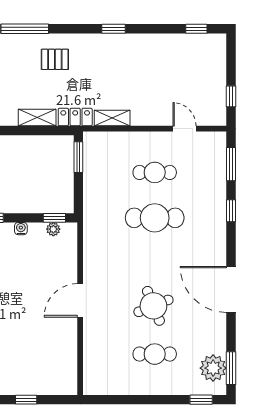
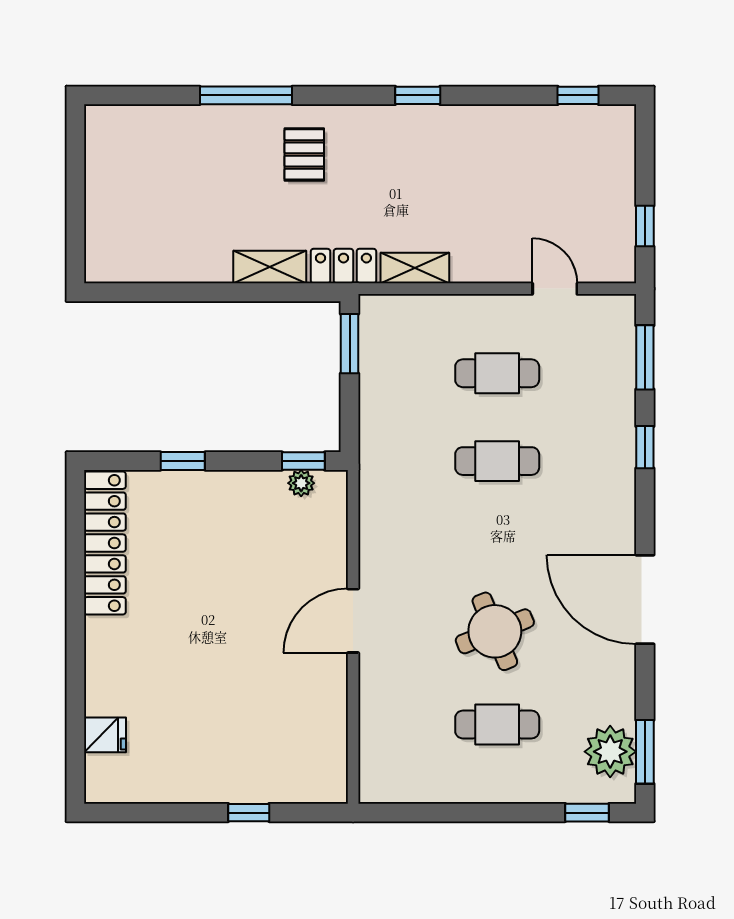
pallet: (55, 59) -> (304, 154), turned 90
cafe table: (155, 218) -> (497, 461), width x0.73, depth x0.74
water cooler: (21, 229) -> (238, 482), removed

